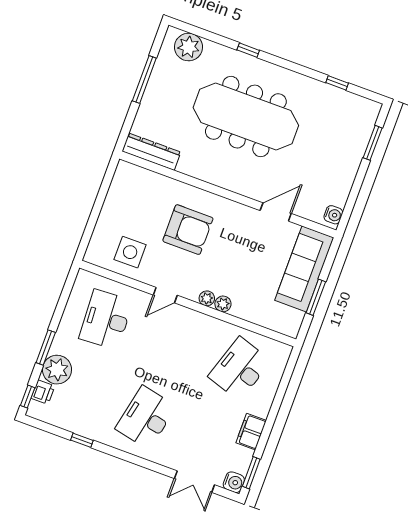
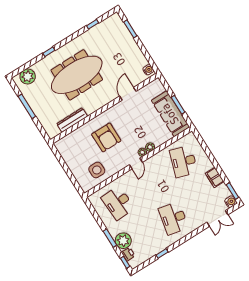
dresser: (151, 152) -> (72, 120), moved
armchair: (188, 230) -> (106, 137), turned 90
sofa: (304, 269) -> (170, 114), moved
door: (165, 295) -> (136, 164), moved

